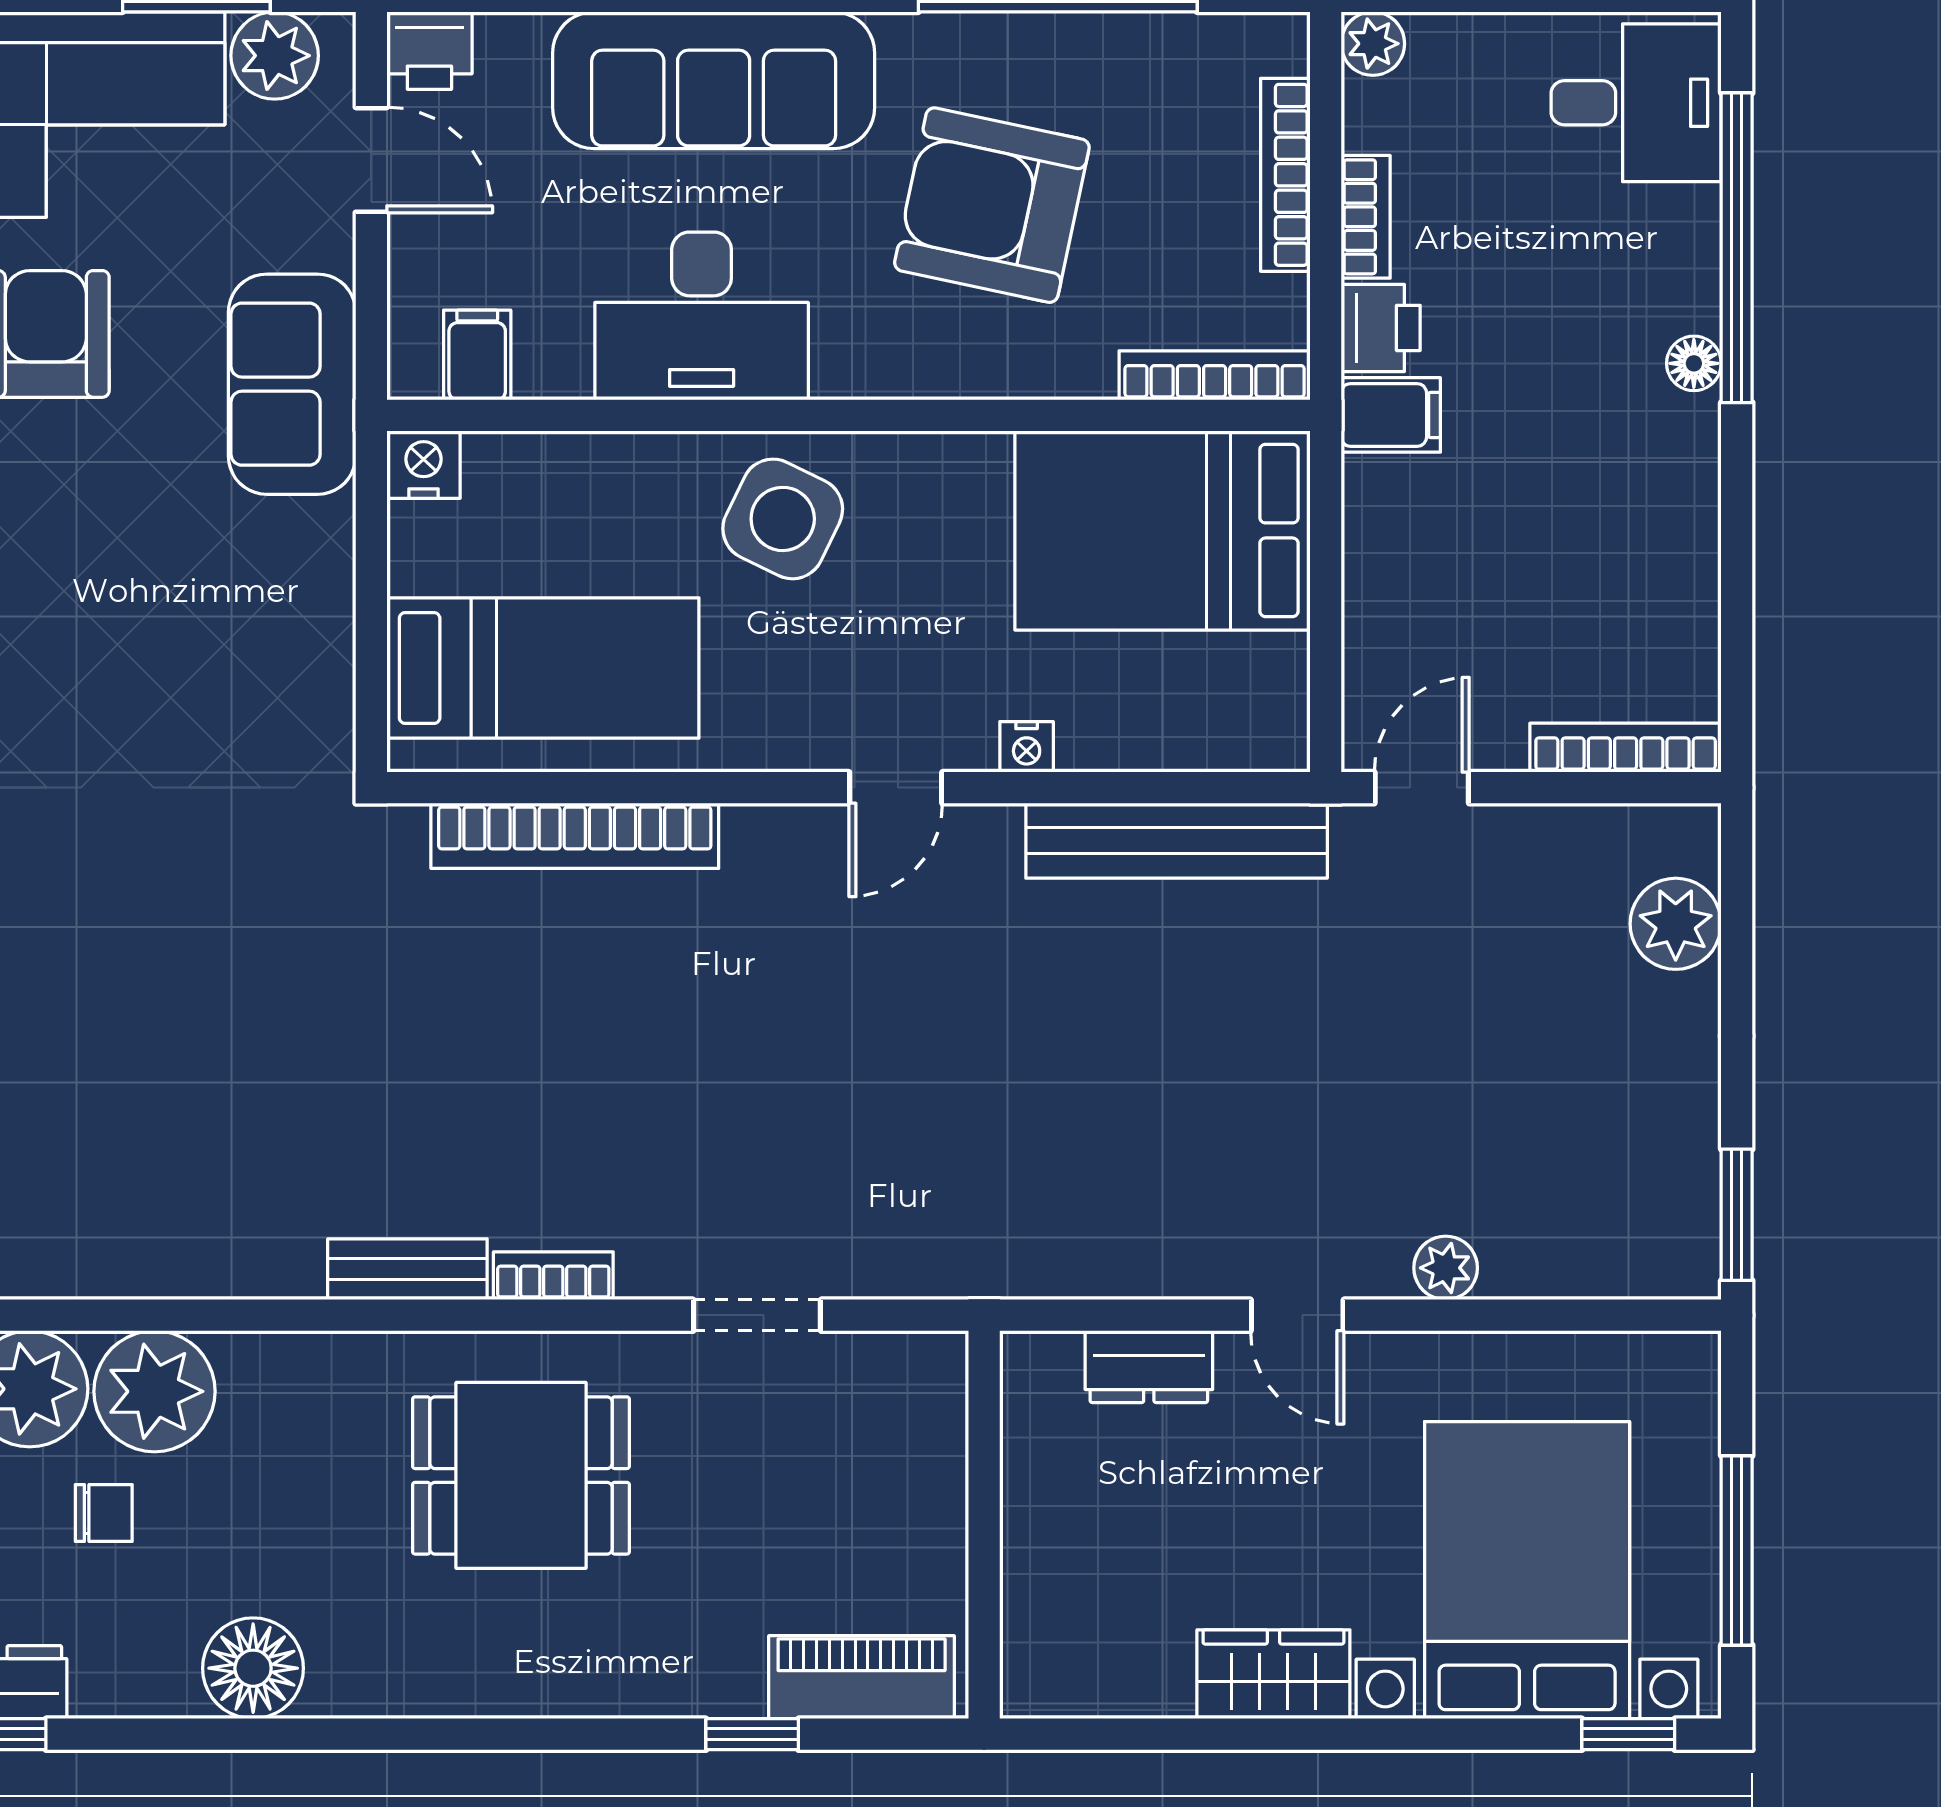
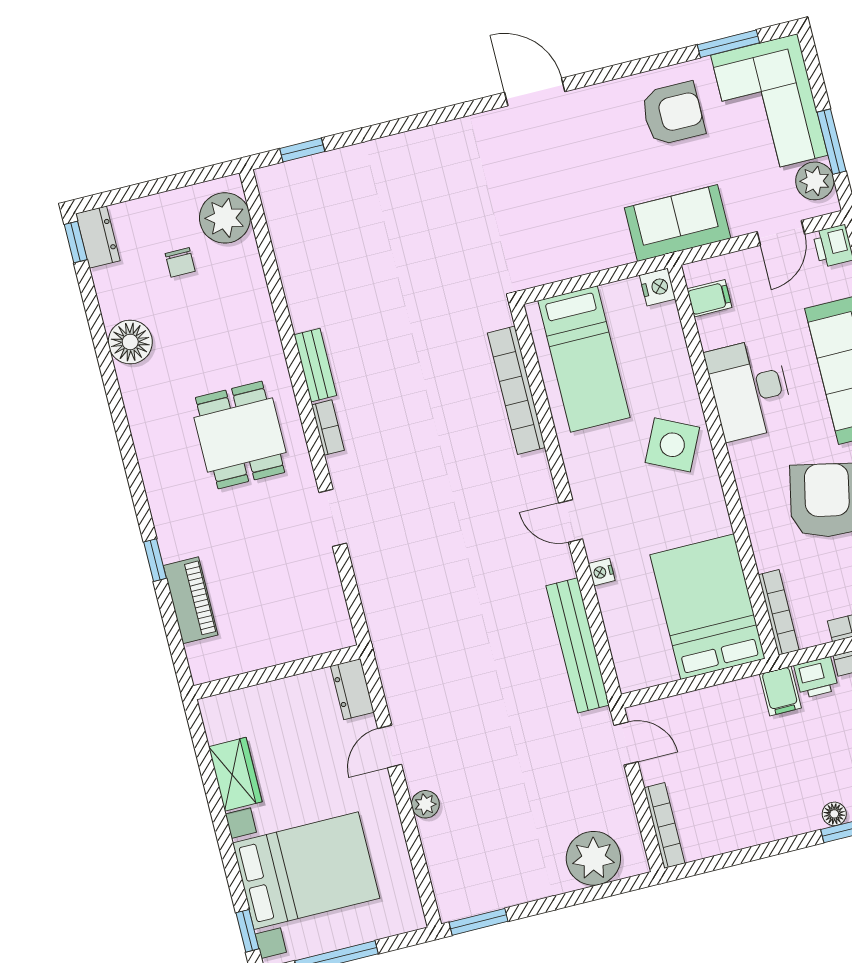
plant: (1676, 924) -> (593, 858), width x1.36, depth x1.36
plant: (154, 1391) -> (237, 271), removed
wall: (984, 1525) -> (277, 672), moved

